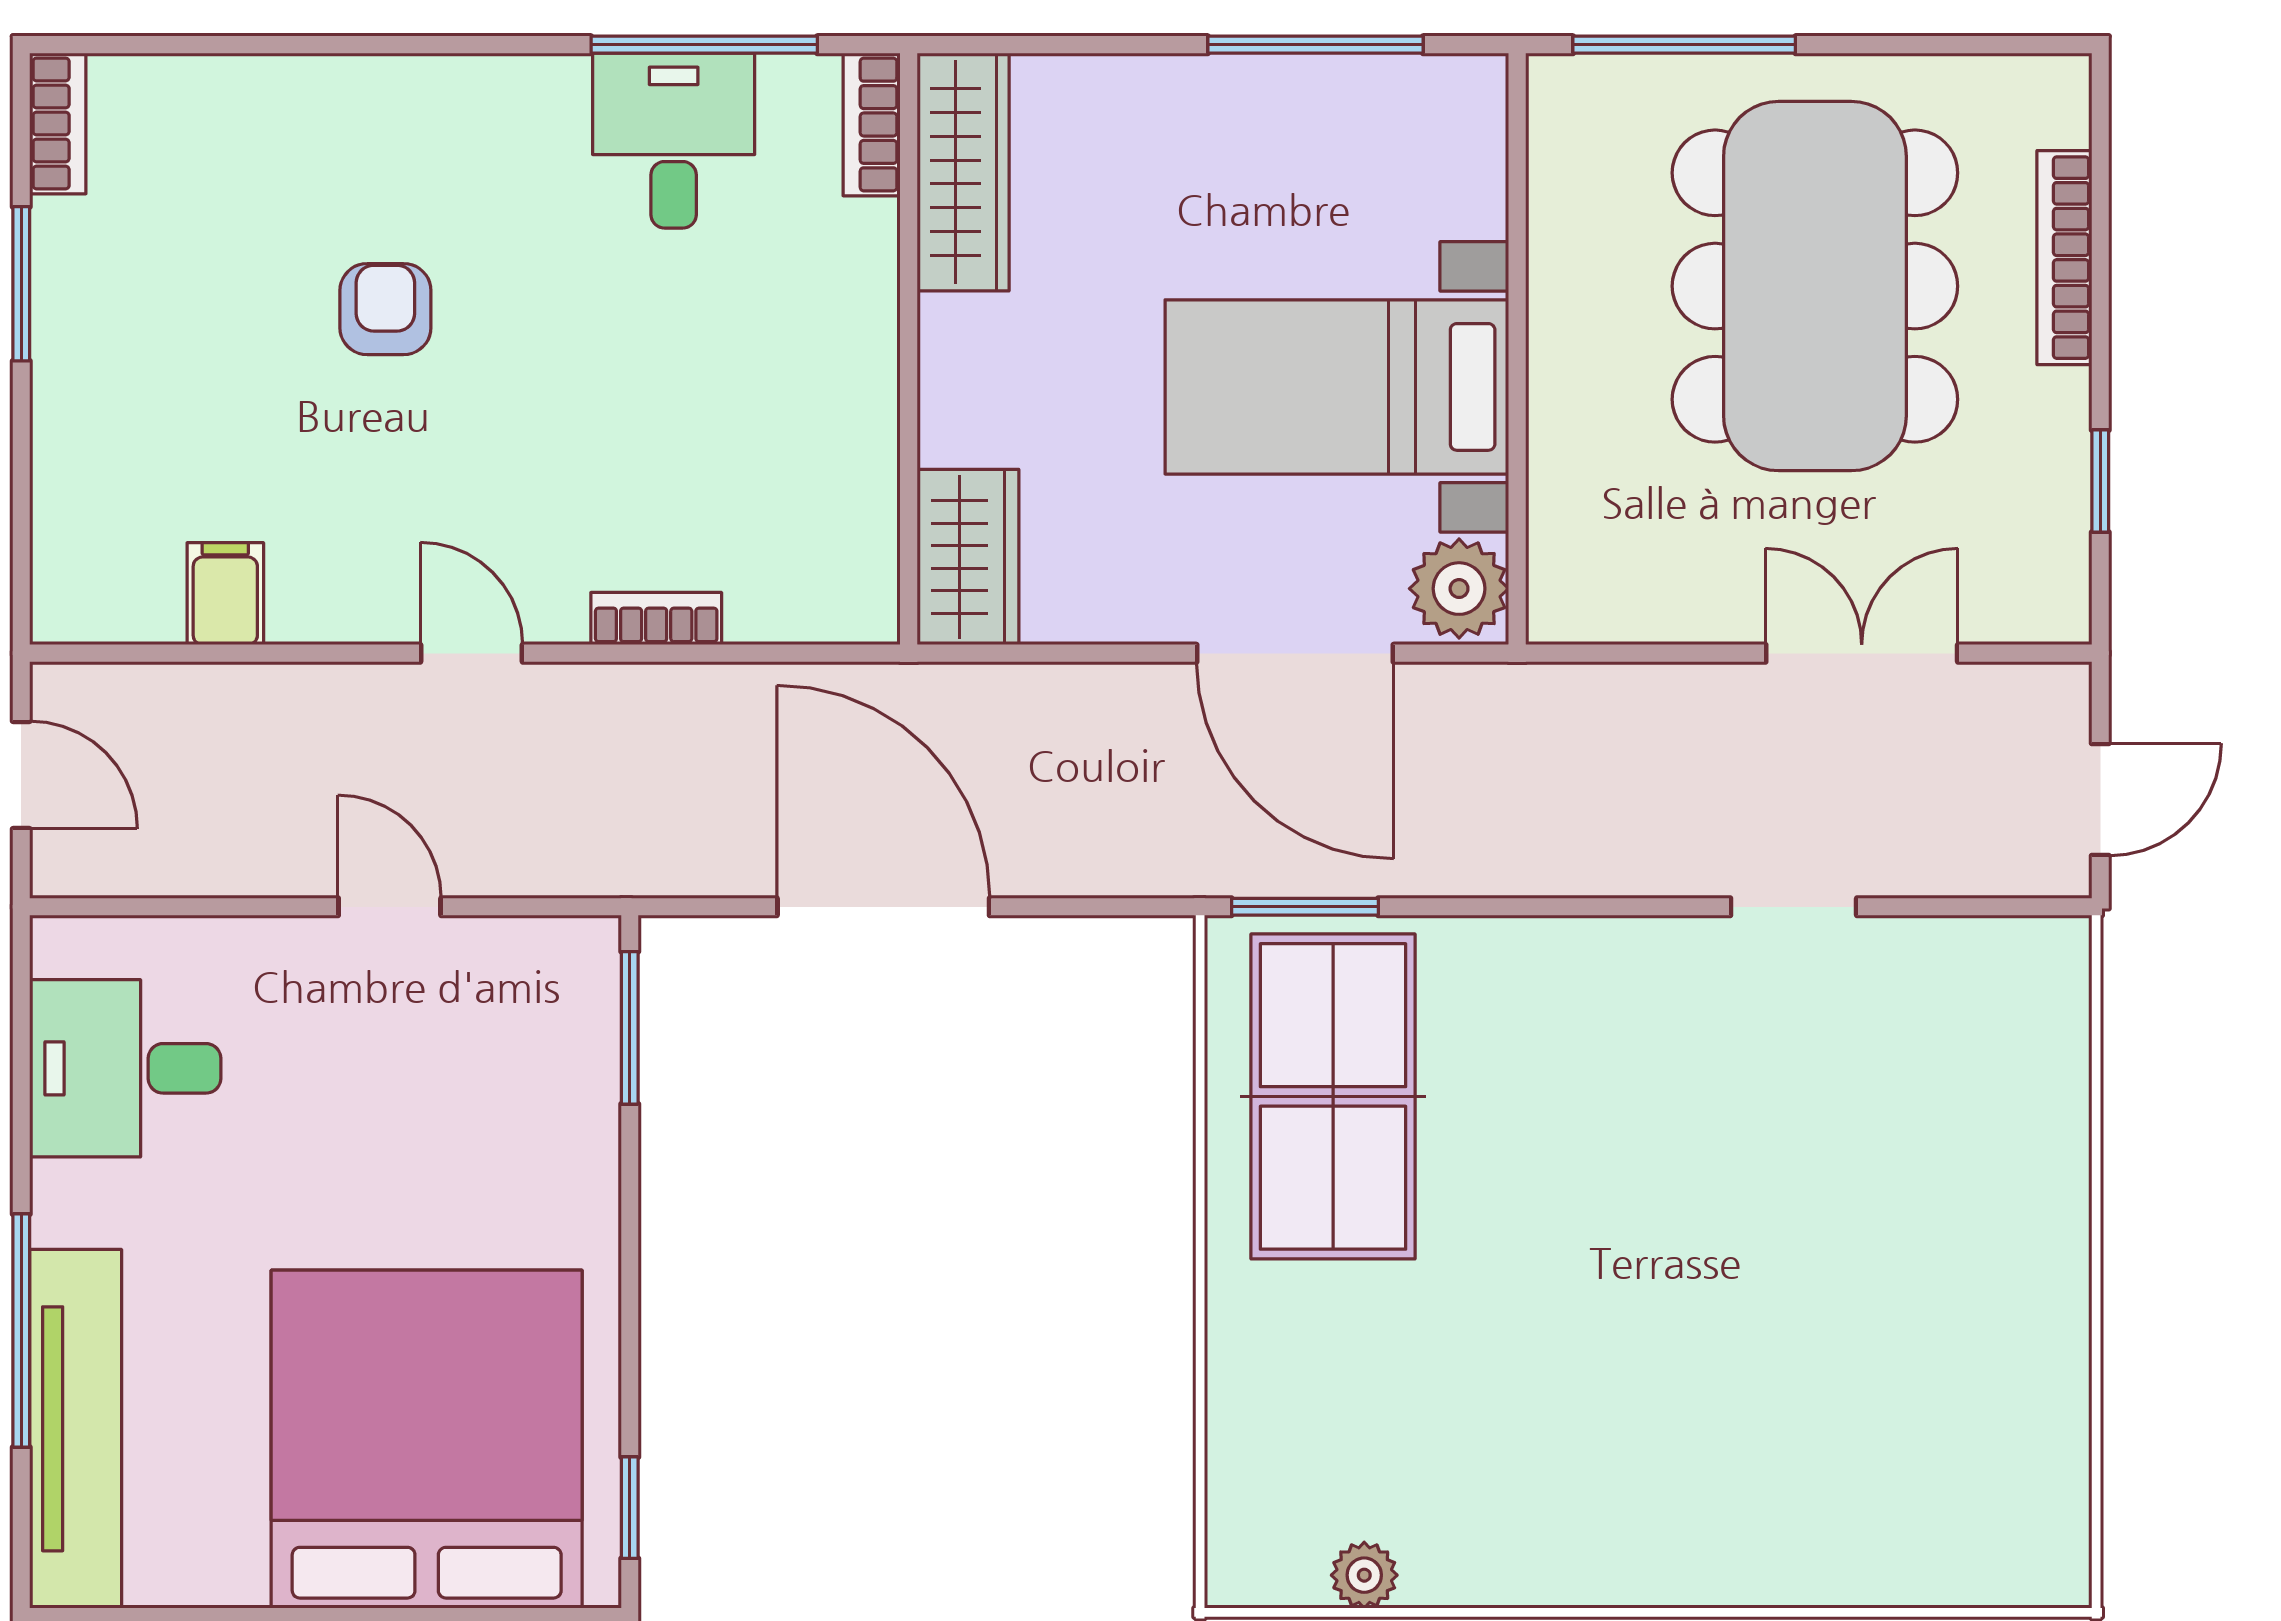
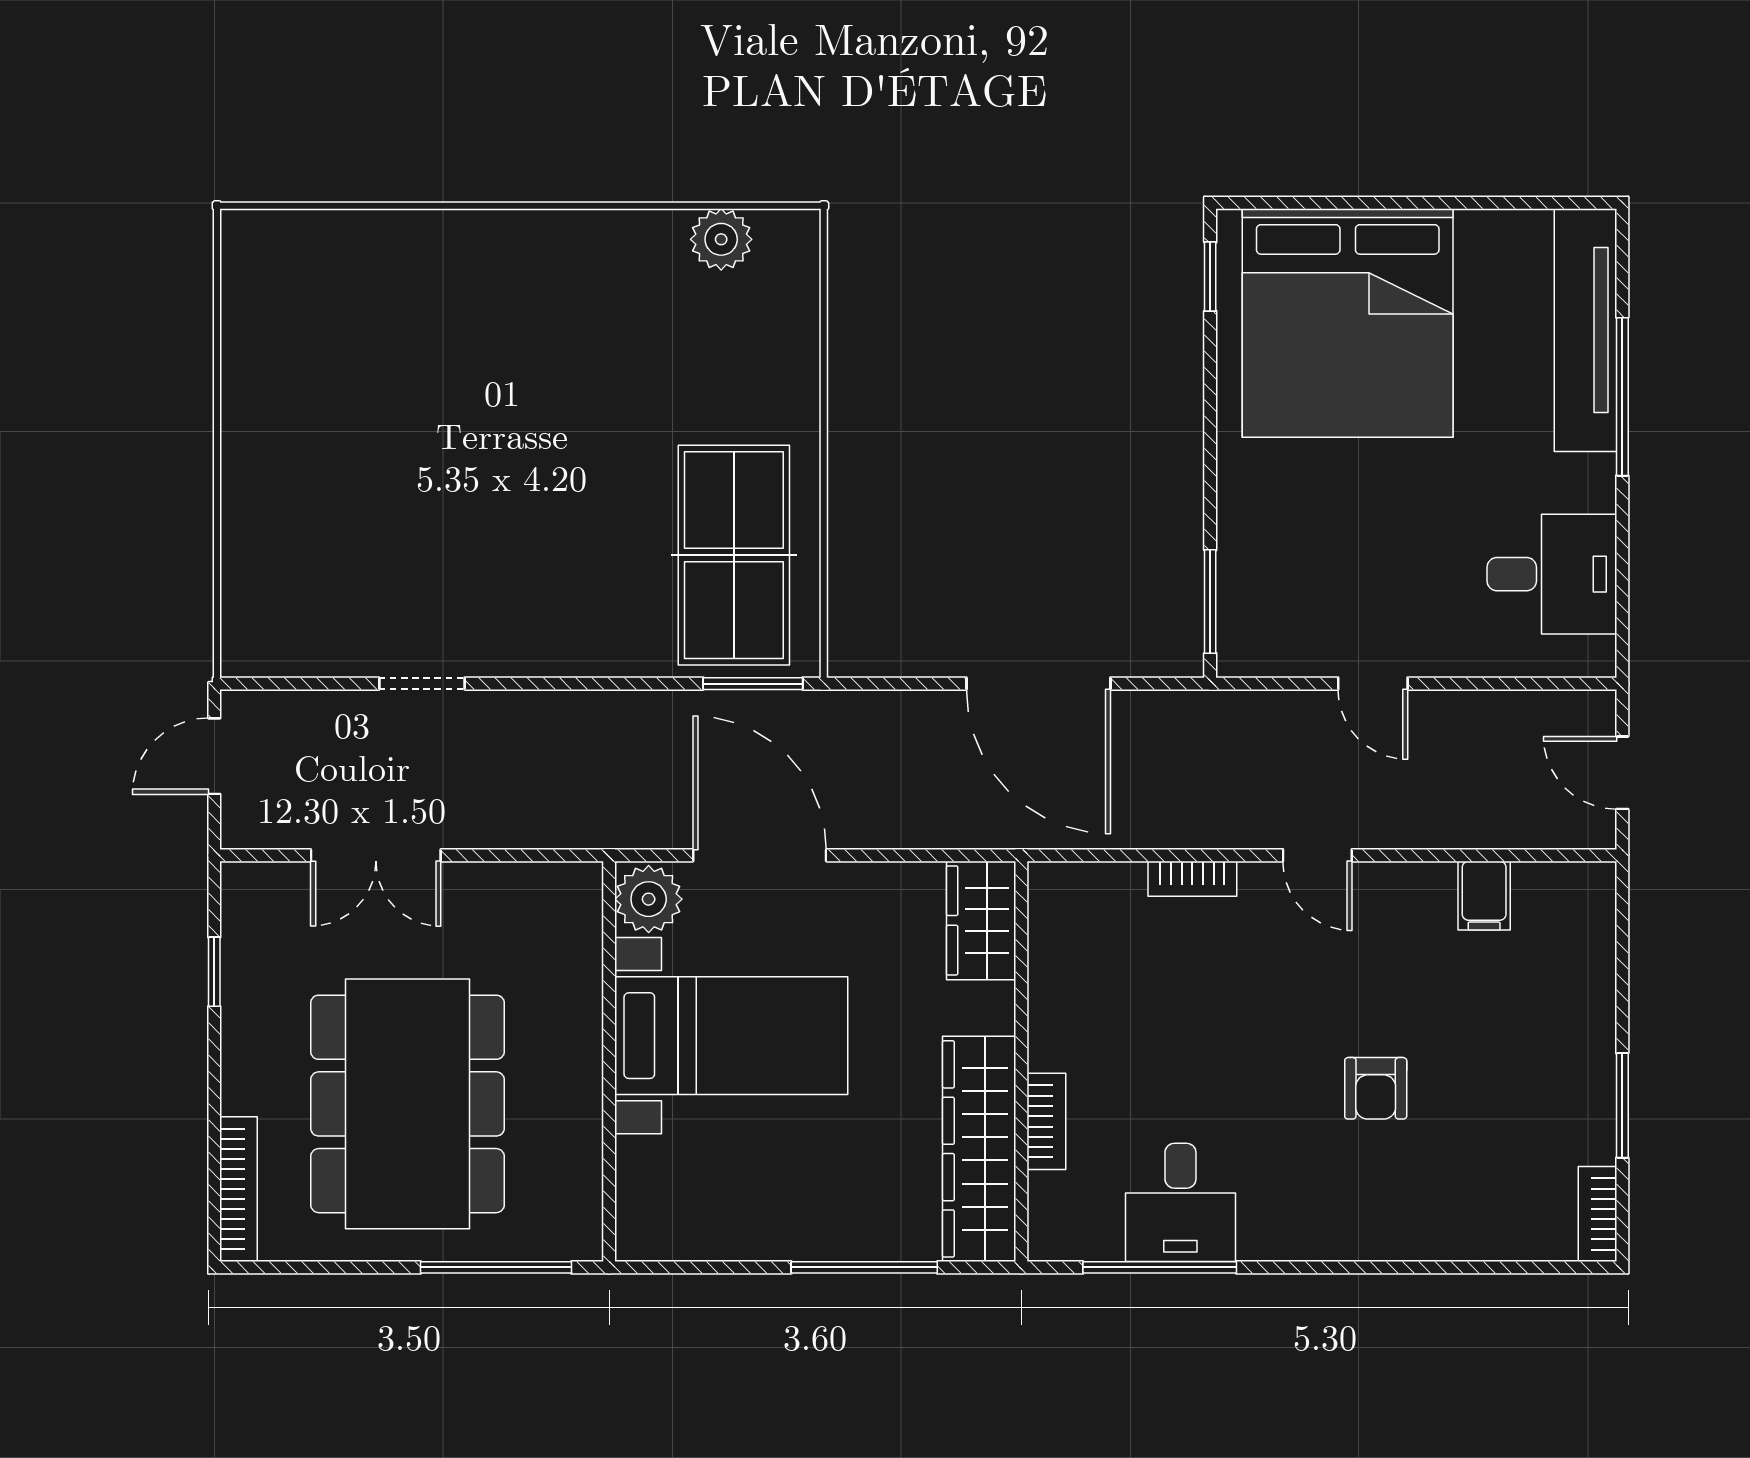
window: (1315, 45) -> (864, 1267), moved
bookcase: (872, 124) -> (1046, 1121), moved
wardrobe: (963, 172) -> (979, 1149), width x1.40, depth x1.17
bookcase: (2064, 258) -> (239, 1189), moved
plant: (1364, 1575) -> (721, 239), width x1.38, depth x1.38

